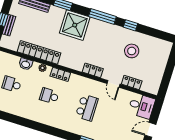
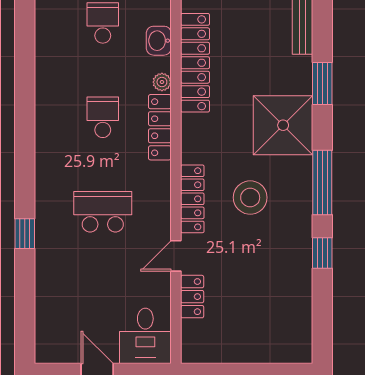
stool: (132, 51) -> (250, 198), moved
locker: (93, 70) -> (192, 199), width x1.53
locker: (60, 74) -> (160, 127), width x1.53
school desk: (87, 108) -> (103, 212), turned 180

